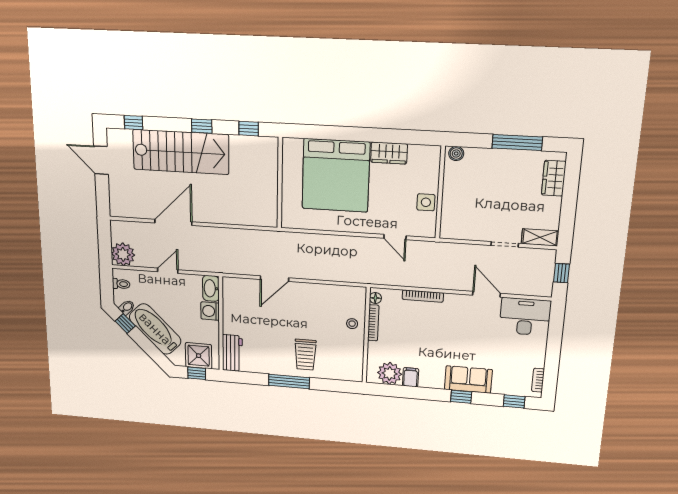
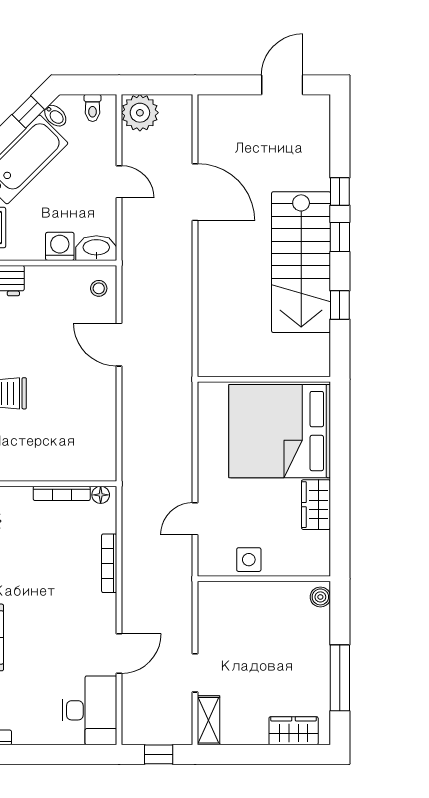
window: (133, 123) -> (340, 192), moved
stairs: (181, 152) -> (301, 262), moved
wall: (280, 183) -> (264, 379), moved
stool: (352, 324) -> (99, 288), moved

